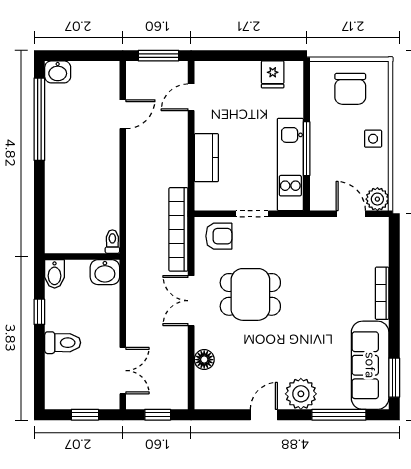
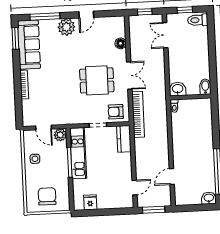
side table: (373, 139) -> (35, 159), moved
kitchen counter: (206, 158) -> (124, 139), moved
plant: (377, 199) -> (60, 135), moved
window: (39, 312) -> (213, 65), removed
toilet: (63, 343) -> (198, 20), moved

